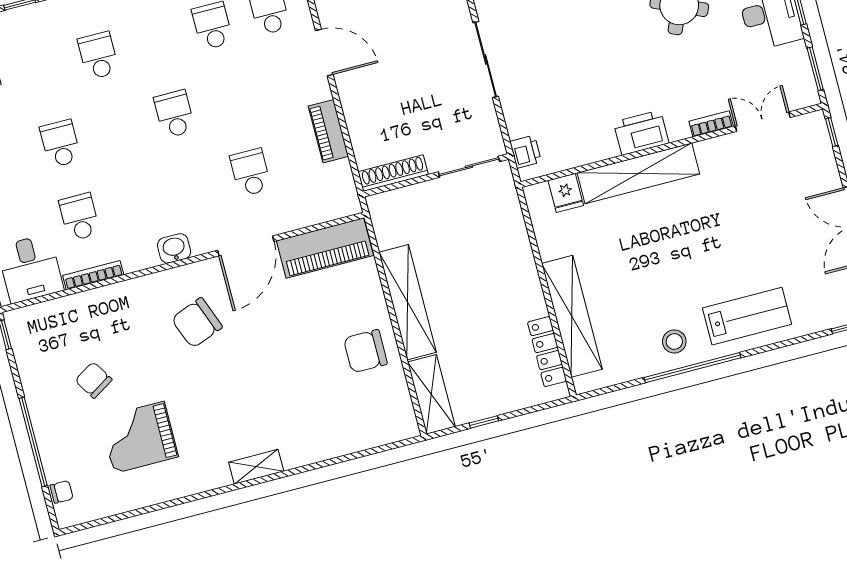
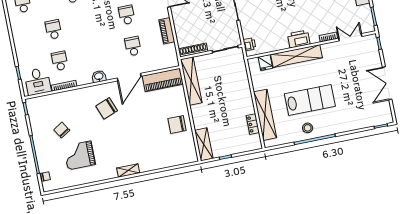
school desk: (174, 114) -> (127, 15), moved
shelving: (408, 302) -> (191, 81), moved
lab bench: (747, 316) -> (310, 100), moved, width x1.36, depth x1.39
locker: (547, 352) -> (253, 124), width x0.66

